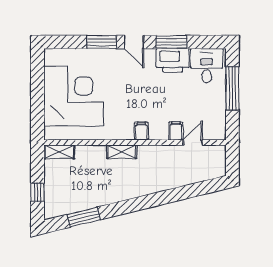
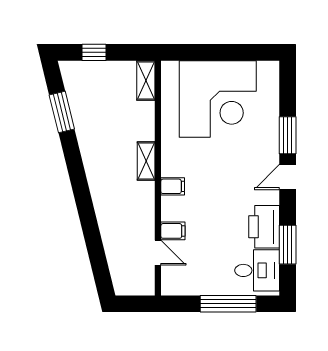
window: (172, 42) -> (288, 245), moved

